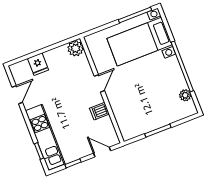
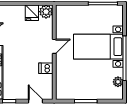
bed with nightstands: (139, 42) -> (98, 47), moved
fridge: (38, 64) -> (32, 13), moved

